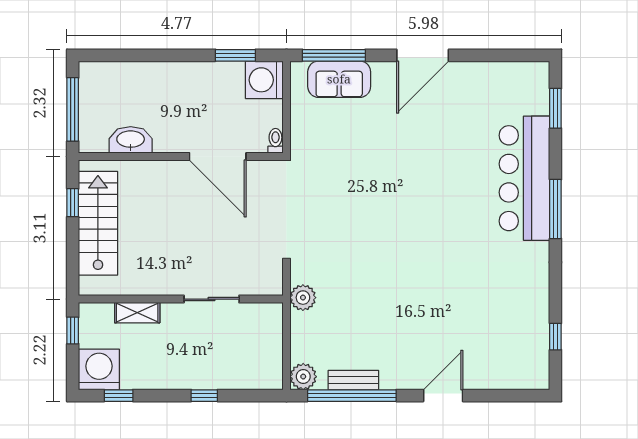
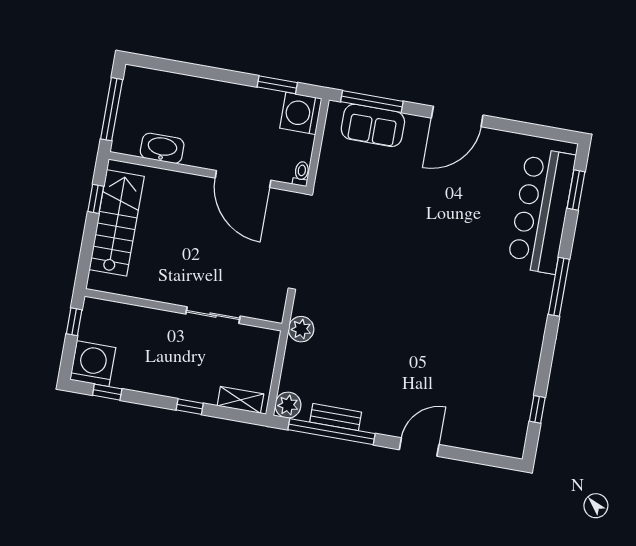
bar counter: (524, 178) -> (542, 211), moved
shelving: (137, 313) -> (240, 400), moved

